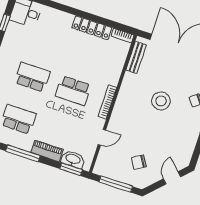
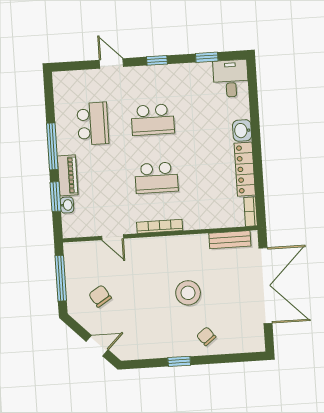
washbasin: (65, 19) -> (242, 130), added
school desk: (32, 77) -> (153, 120), turned 90
school desk: (73, 91) -> (156, 178), turned -90
washbasin: (73, 159) -> (67, 205), width x0.52, depth x0.69
window: (71, 169) -> (56, 197), moved

